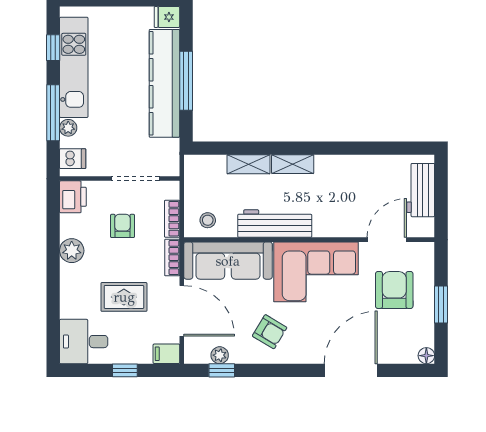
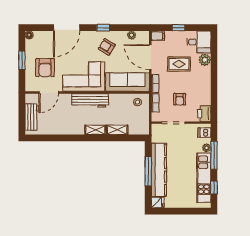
workbench: (275, 224) -> (90, 100), moved
plant: (72, 251) -> (205, 60), moved
window: (222, 370) -> (103, 28), moved

